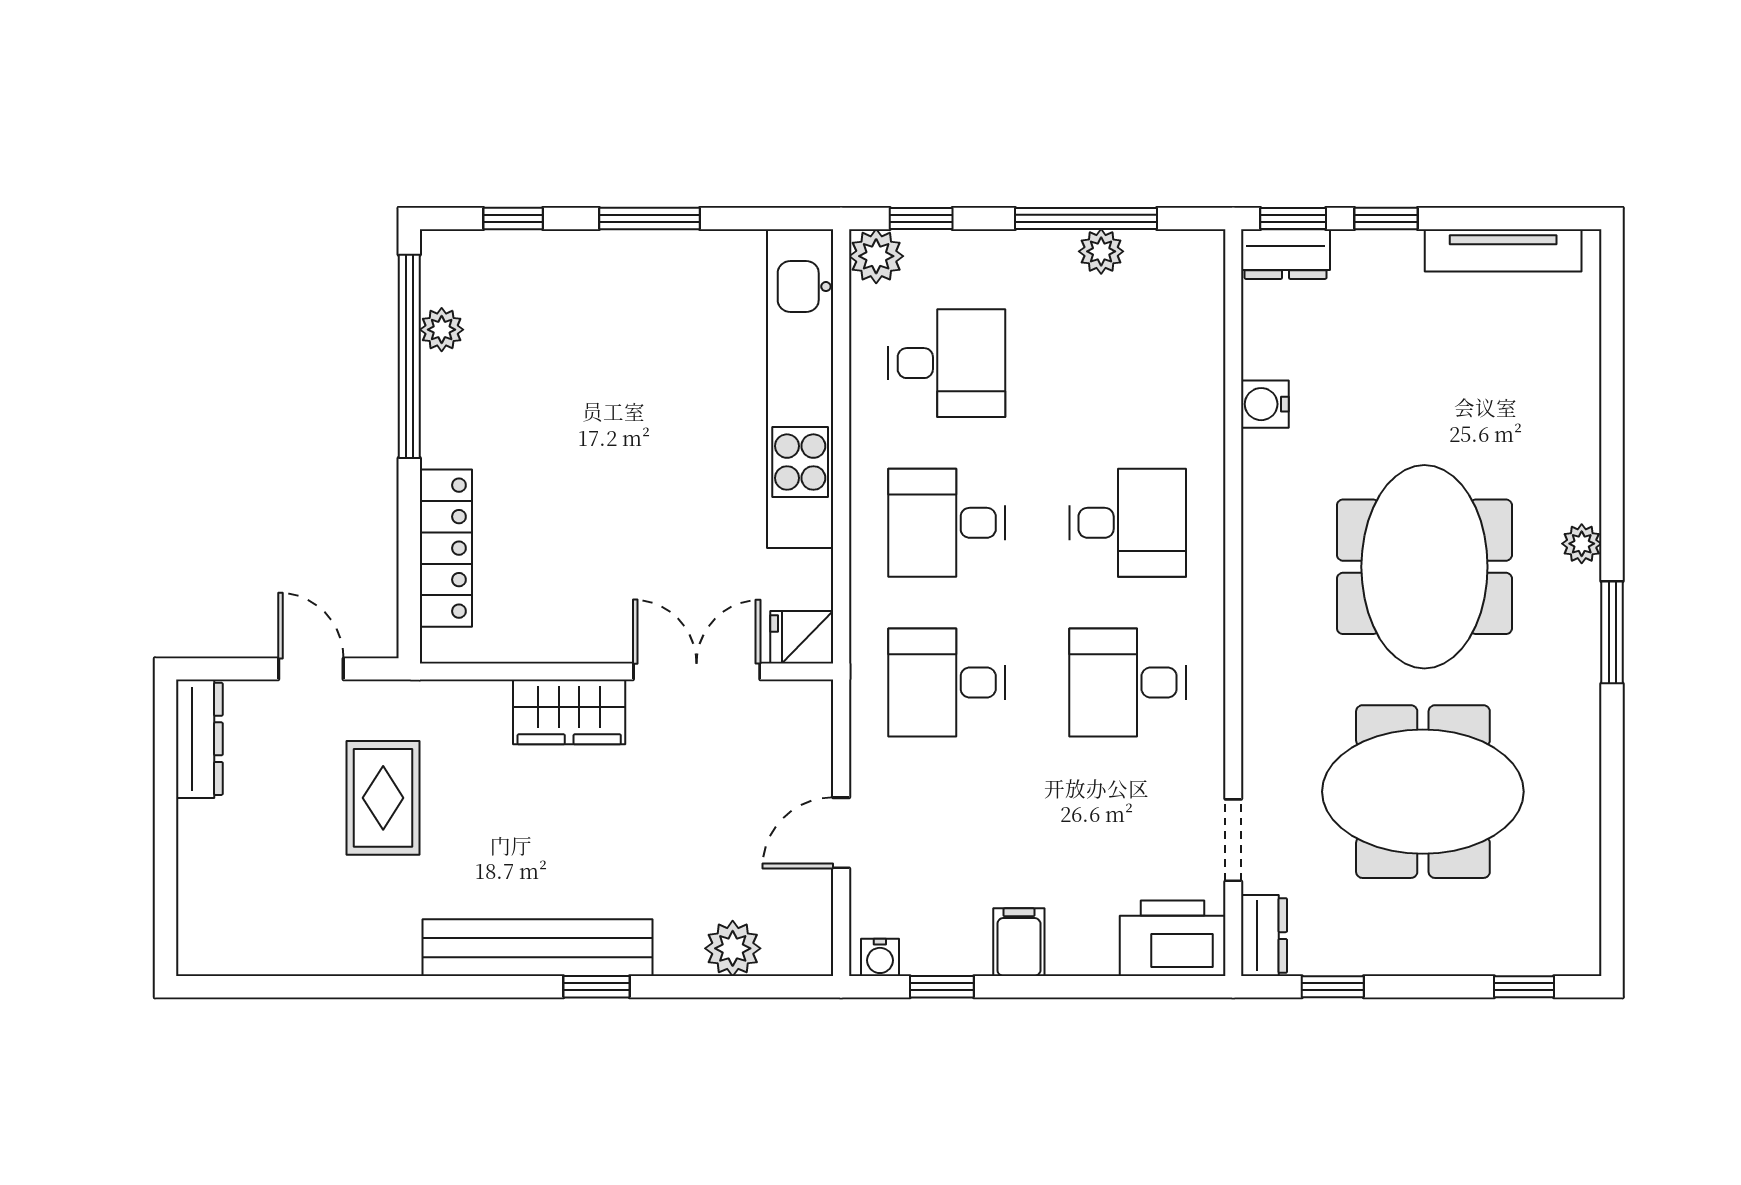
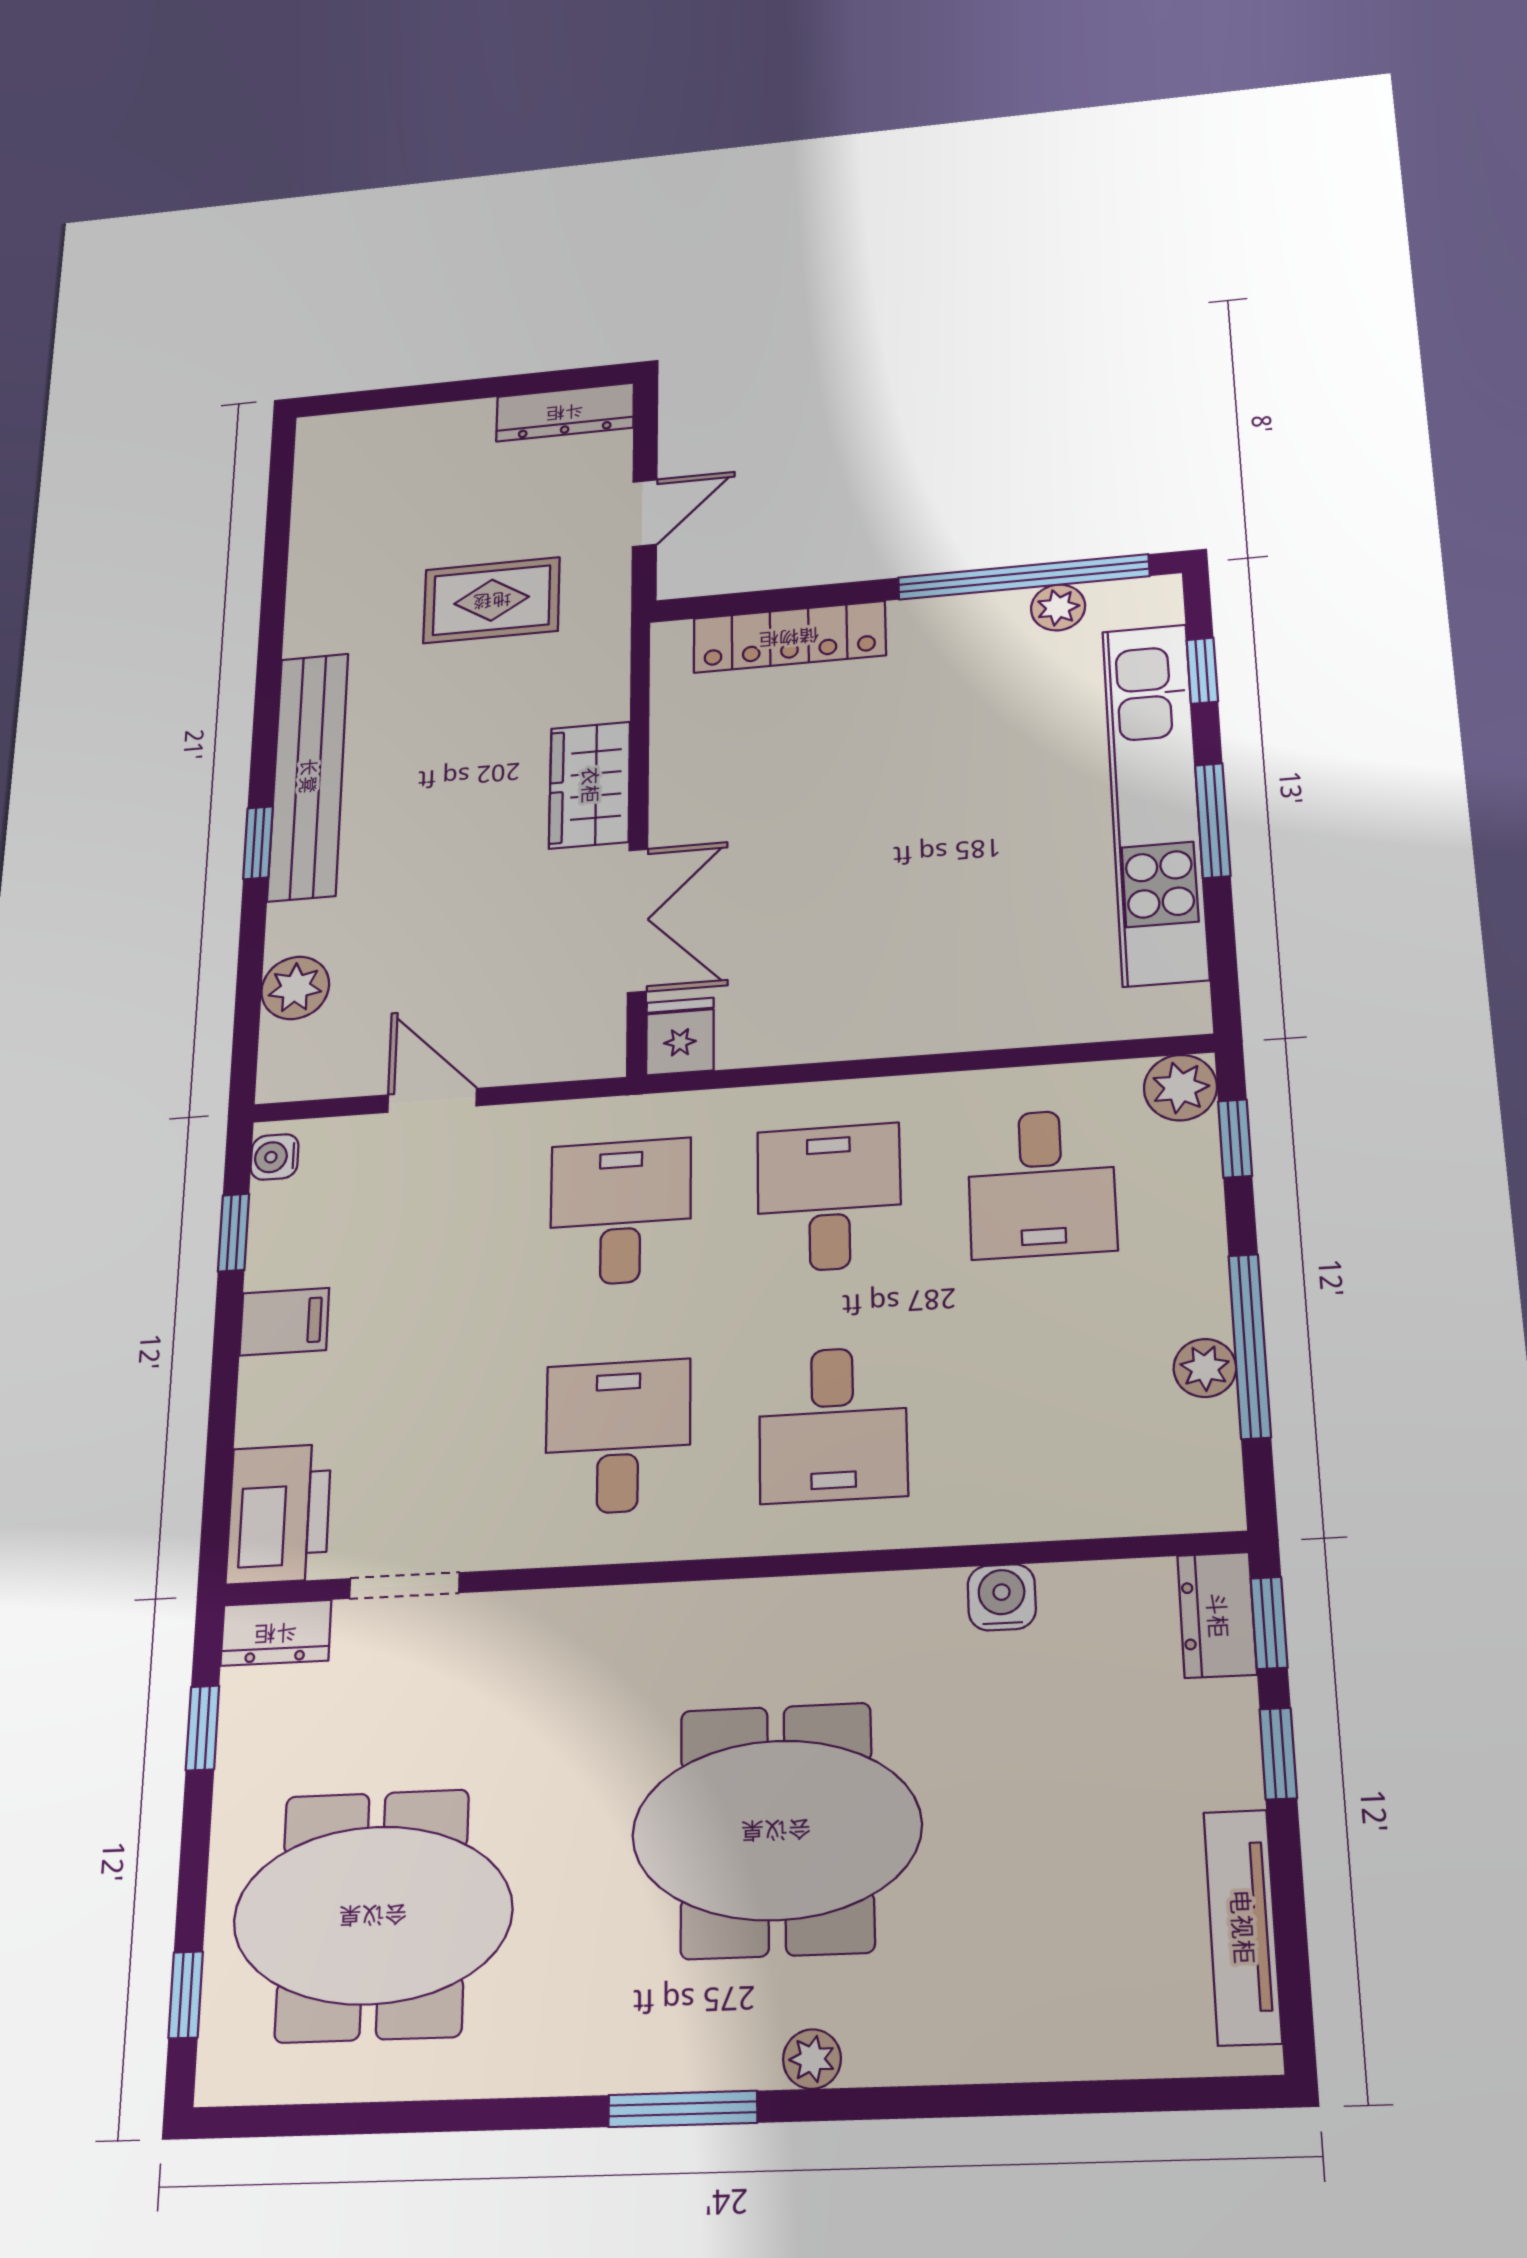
kitchen unit: (800, 389) -> (1155, 802), moved, turned -90
meeting table: (1423, 792) -> (373, 1915), moved, turned 90

